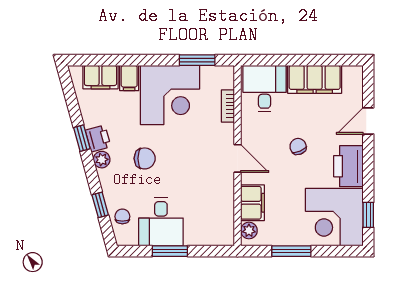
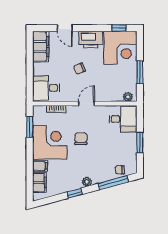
filing cabinet: (315, 79) -> (41, 47), moved
printer: (98, 138) -> (75, 184), removed
chair: (145, 158) -> (81, 139), moved
filing cabinet: (253, 203) -> (112, 95), removed
window: (100, 205) -> (113, 183), width x2.17
desk: (161, 222) -> (123, 119), moved

